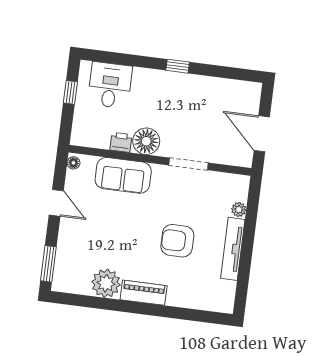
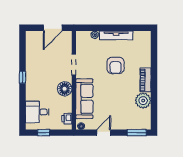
printer: (121, 142) -> (67, 119), moved
sofa: (123, 175) -> (84, 99), width x1.36

